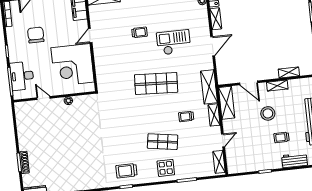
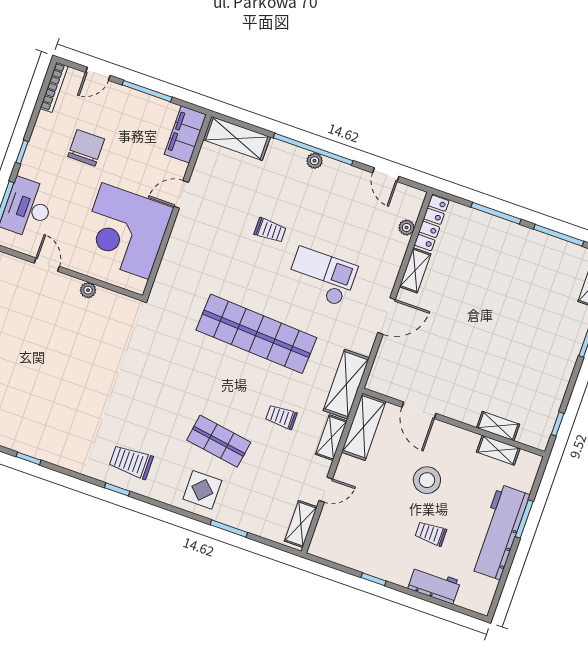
shop shelf: (156, 83) -> (256, 334), width x1.40
shelving: (277, 86) -> (498, 450), moved

